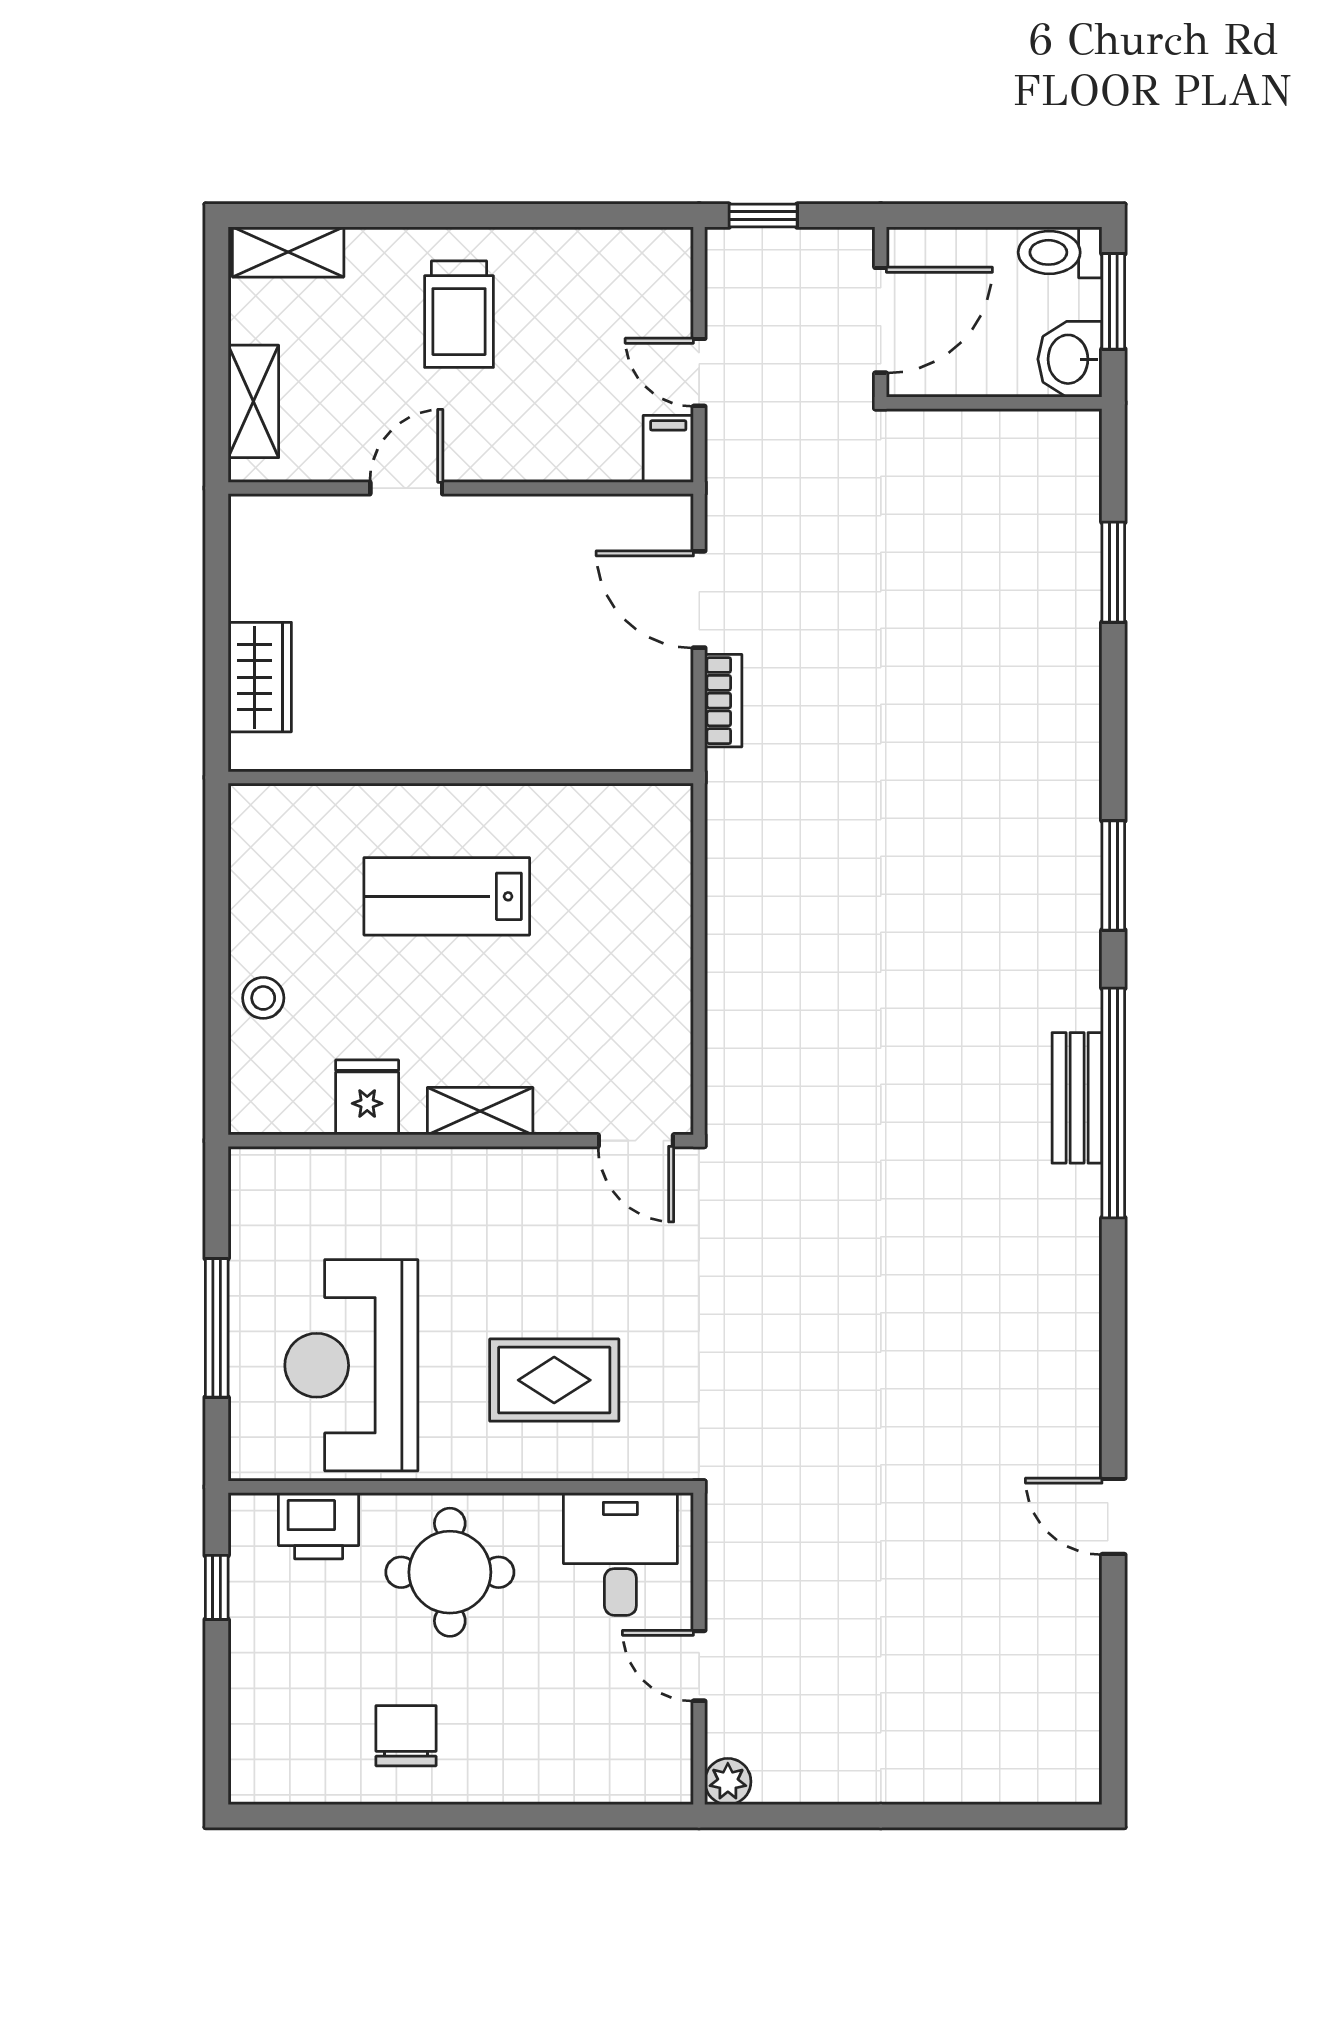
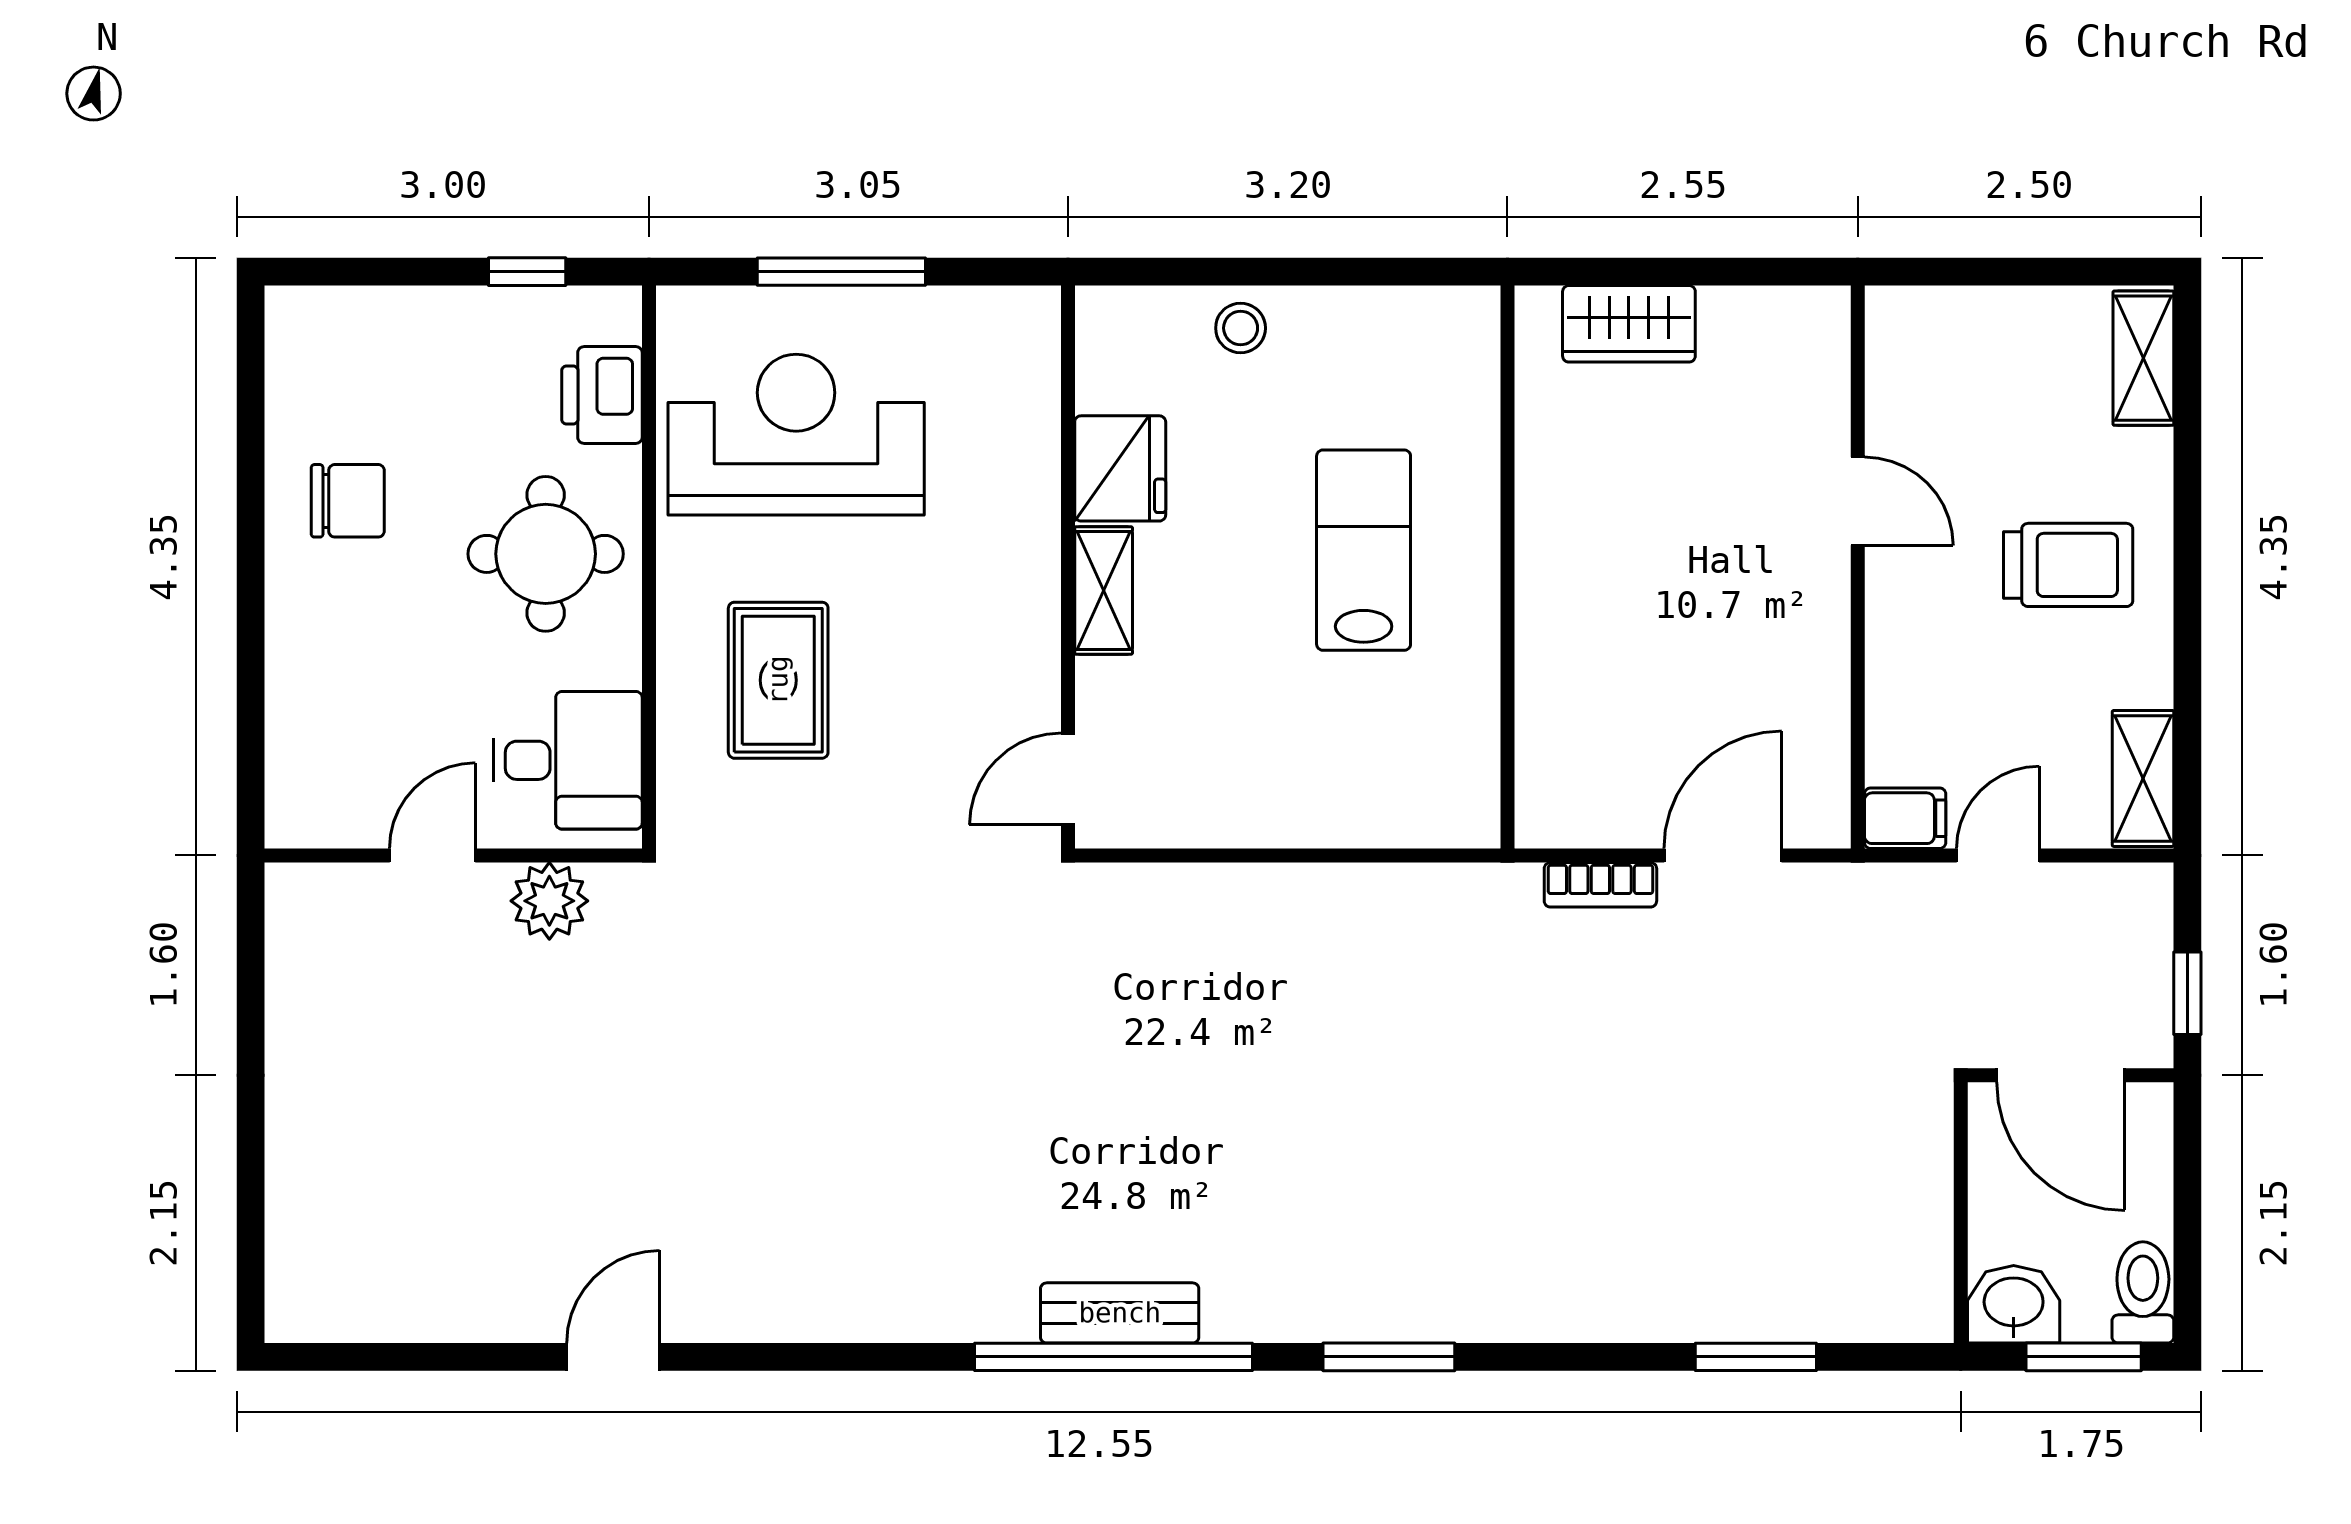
window: (763, 216) -> (2187, 993), moved
trolley: (459, 314) -> (2068, 565), turned 180
shelving: (253, 401) -> (2143, 778), moved, turned 90
fridge: (367, 1097) -> (1120, 468), width x1.38
plant: (728, 1782) -> (549, 901), moved, width x1.38, depth x1.38

